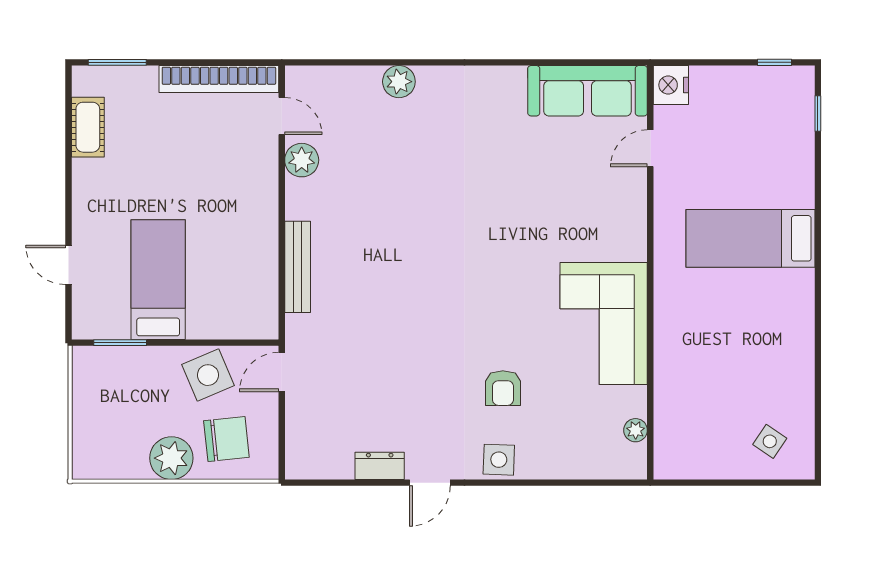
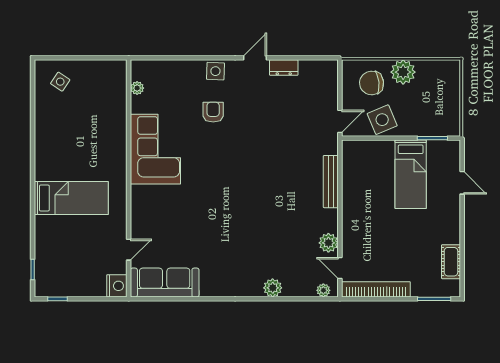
plant: (310, 77) -> (323, 290), added

